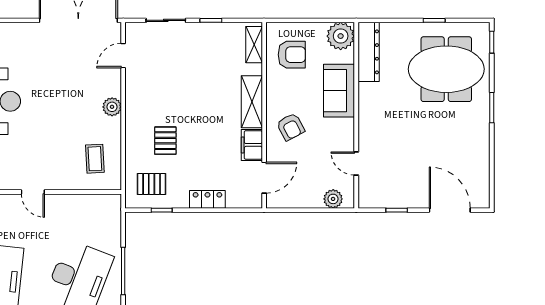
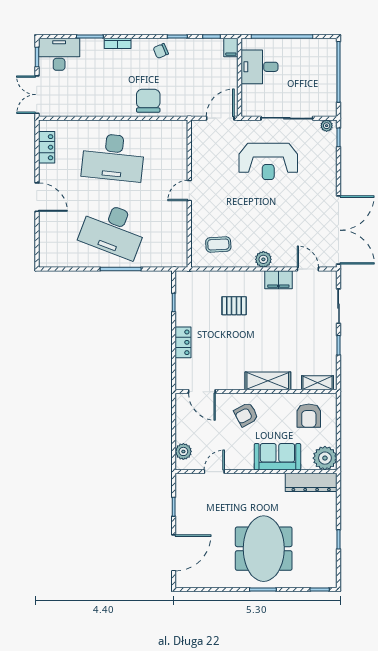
meeting table: (446, 69) -> (264, 549), moved
filing cabinet: (252, 145) -> (278, 280), moved, turned 180
pallet: (152, 184) -> (196, 294), removed

